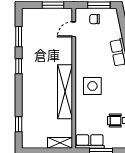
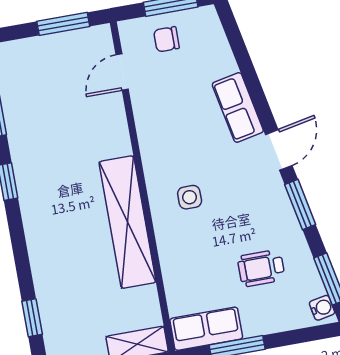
side table: (92, 86) -> (190, 197), width x0.54, depth x0.54

